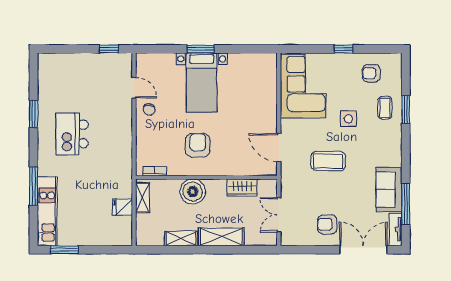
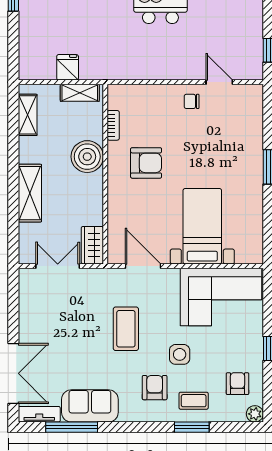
plant: (395, 60) -> (255, 414), added
bed with nightstands: (202, 83) -> (202, 226), moved, turned 90
door: (134, 88) -> (219, 82), swing flipped
door: (279, 148) -> (143, 266), hinge flipped
bookcase: (155, 171) -> (113, 125), moved
wardrobe: (242, 188) -> (92, 245), moved
armchair: (327, 224) -> (155, 388), moved
shelving: (181, 238) -> (28, 115), moved

